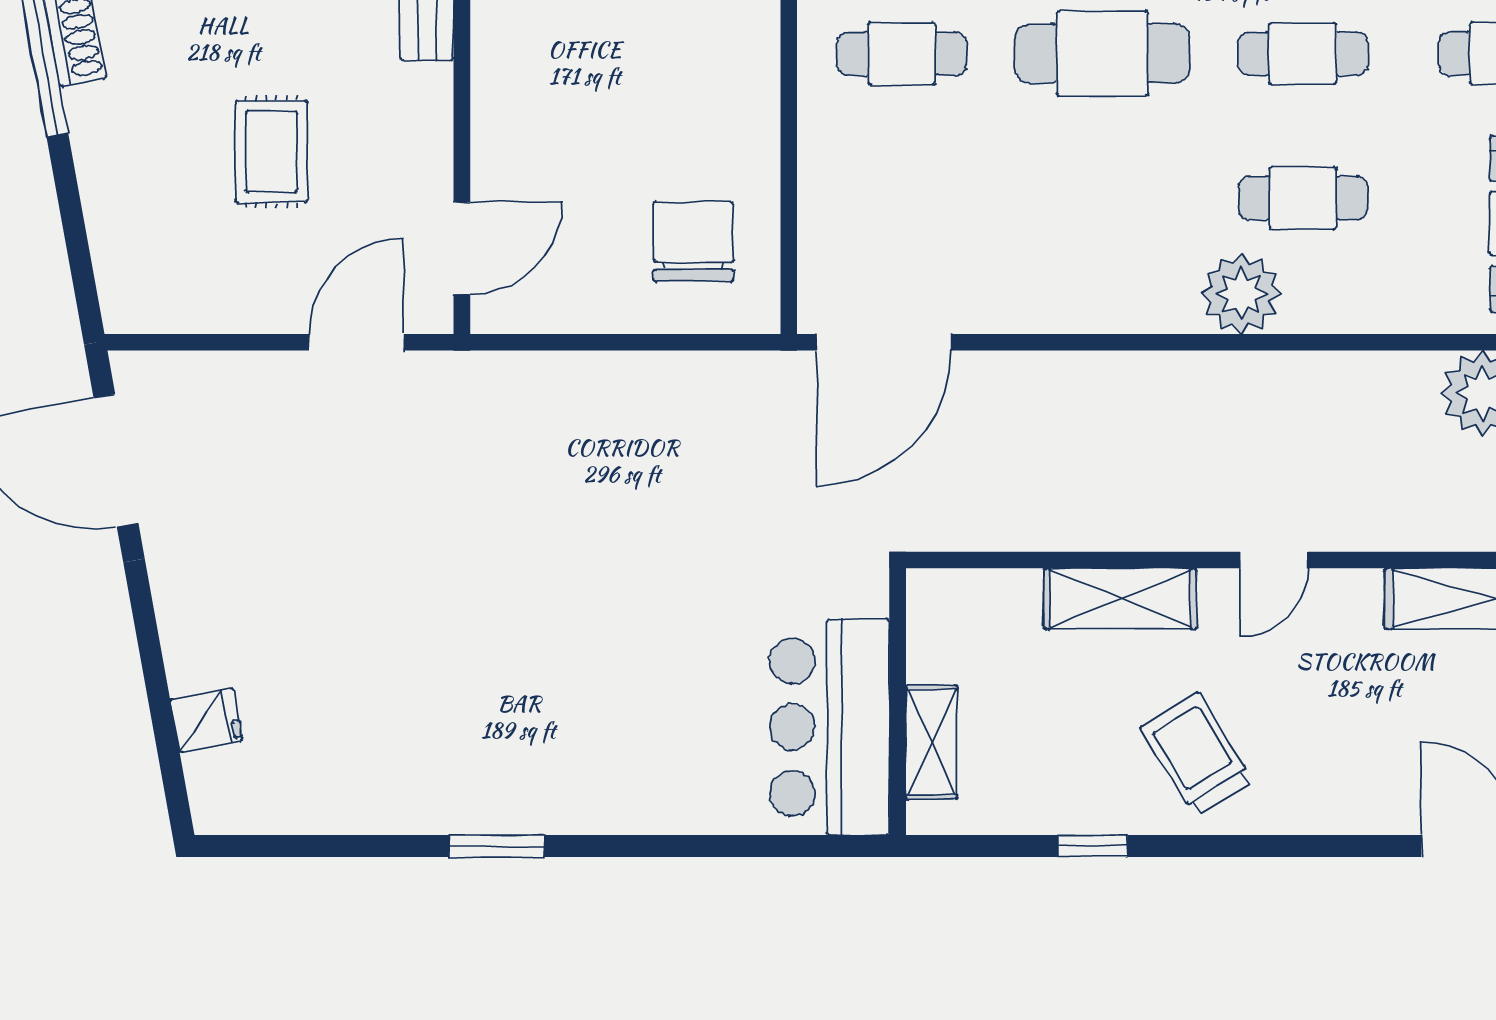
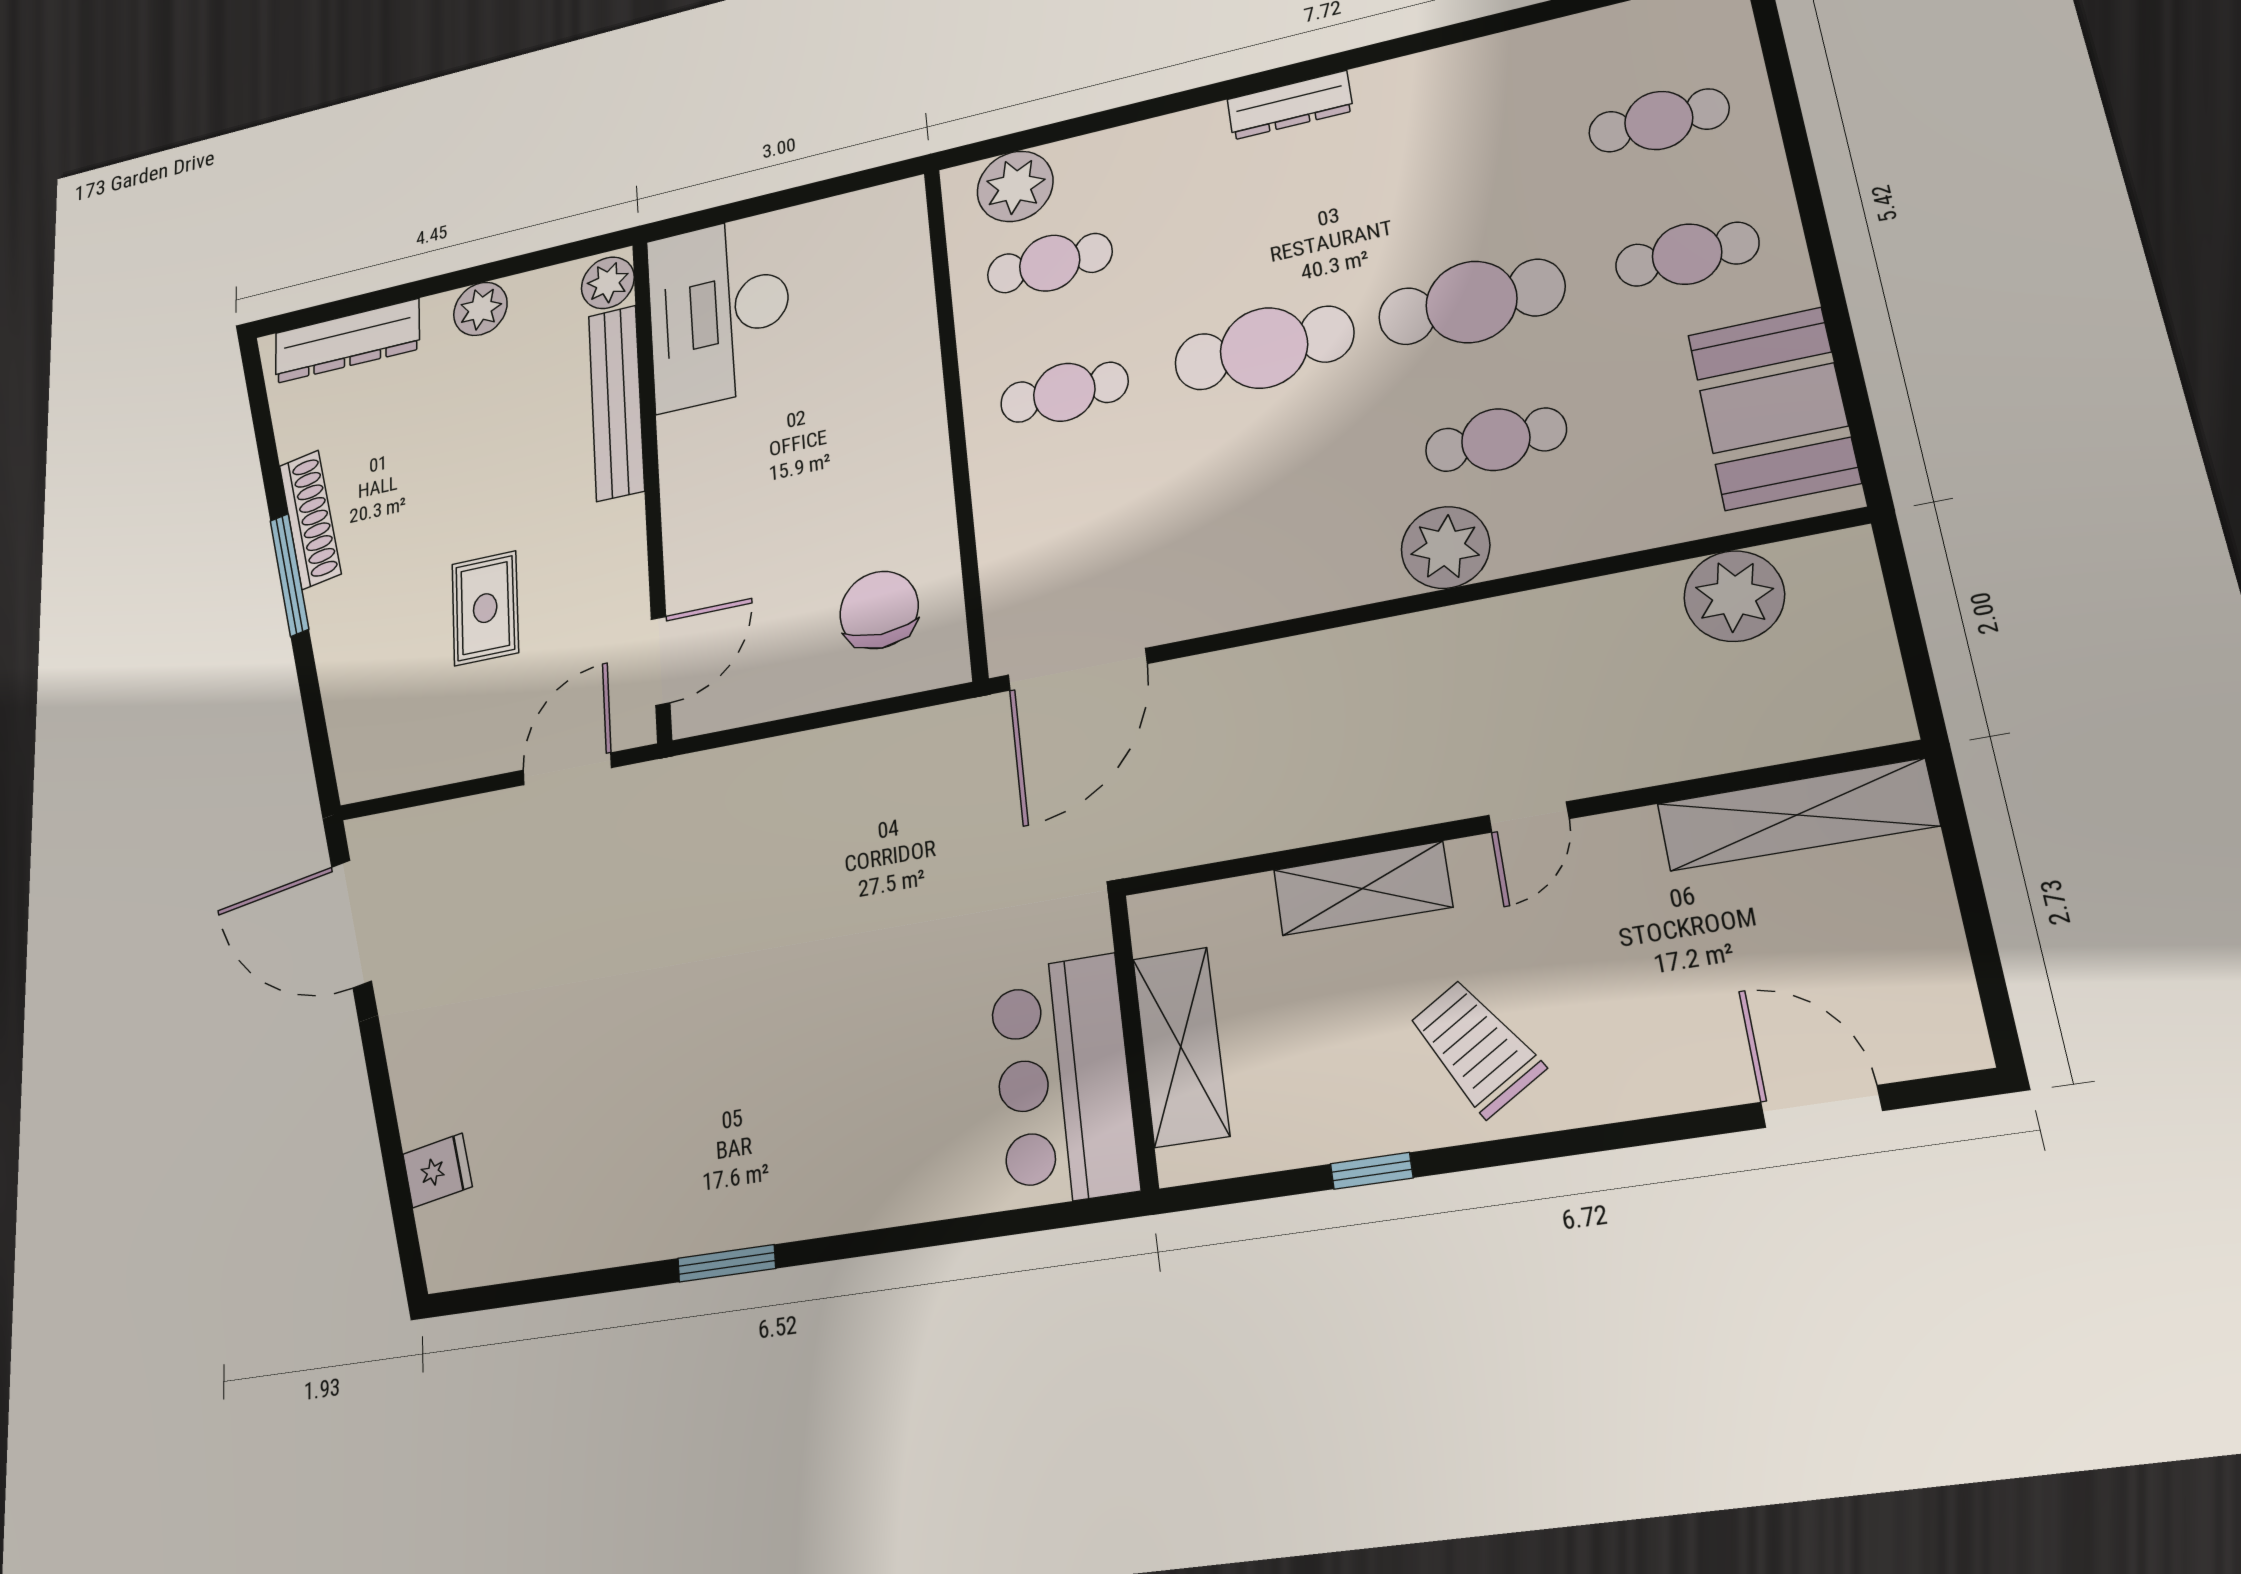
cafe table: (1303, 54) -> (1471, 302), width x1.37, depth x1.35
shelving: (931, 742) -> (1181, 1047), width x1.50, depth x1.33

